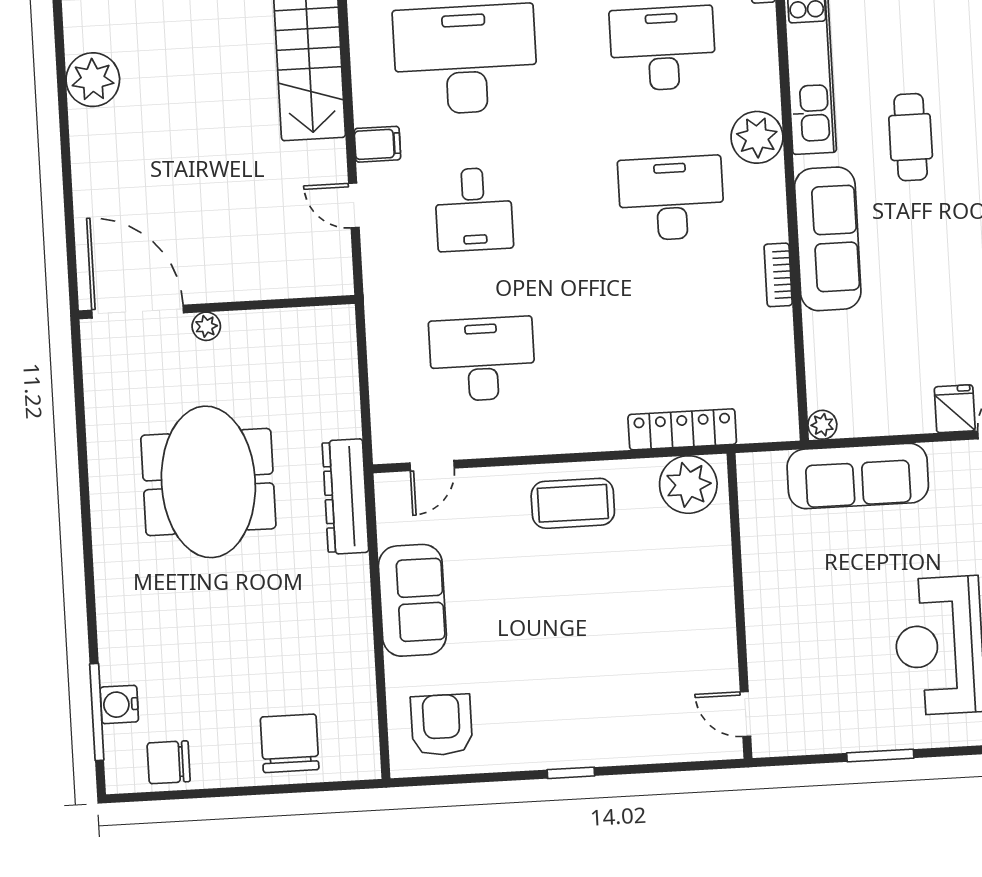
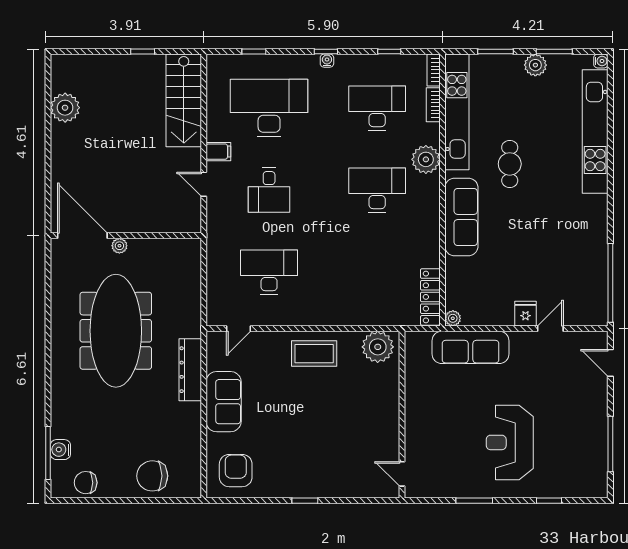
bookcase: (778, 275) -> (433, 105), moved
locker: (682, 429) -> (430, 297), moved, turned -90
meeting table: (208, 482) -> (116, 331), width x1.36
dresser: (345, 497) -> (190, 370), moved
chair: (290, 743) -> (152, 476), turned -90

